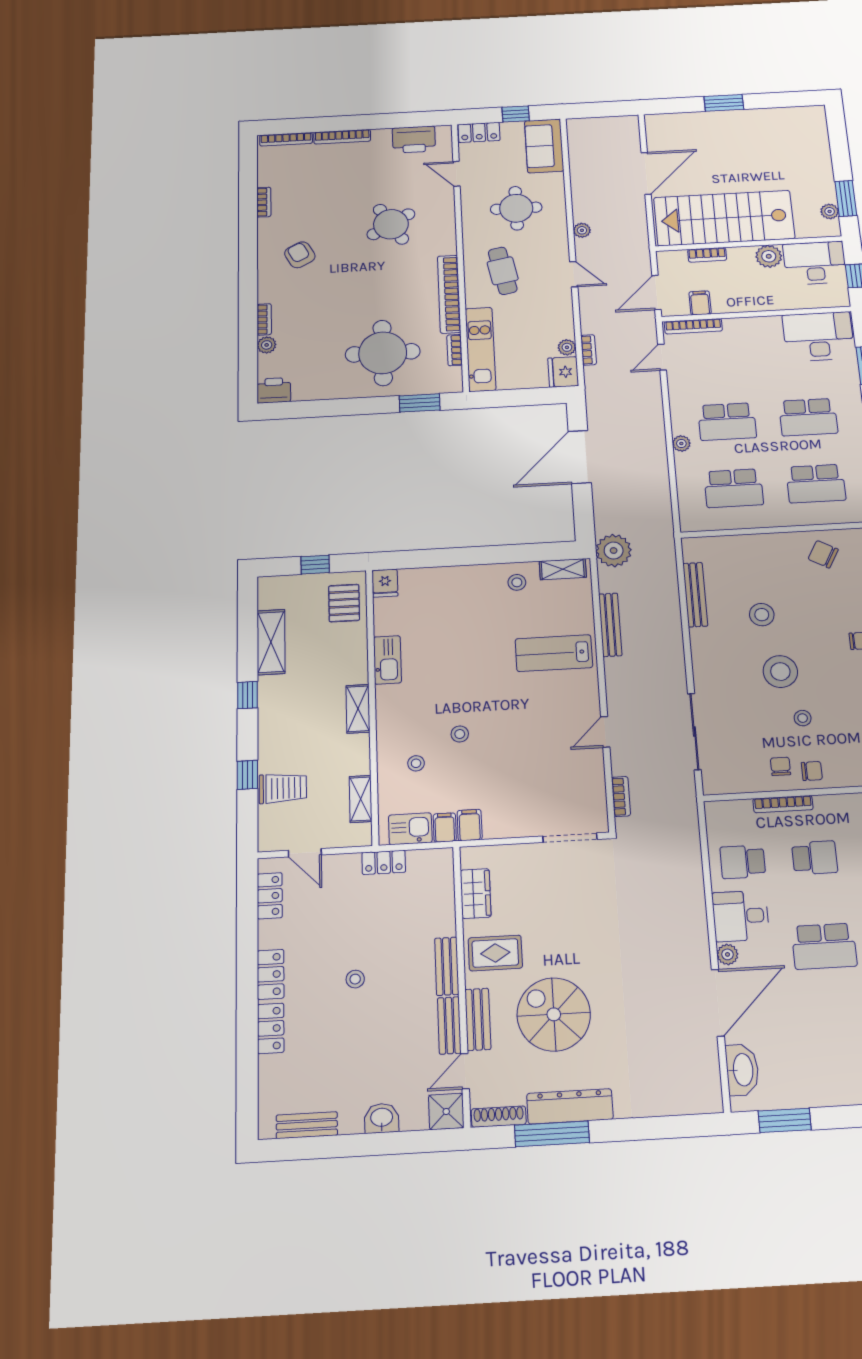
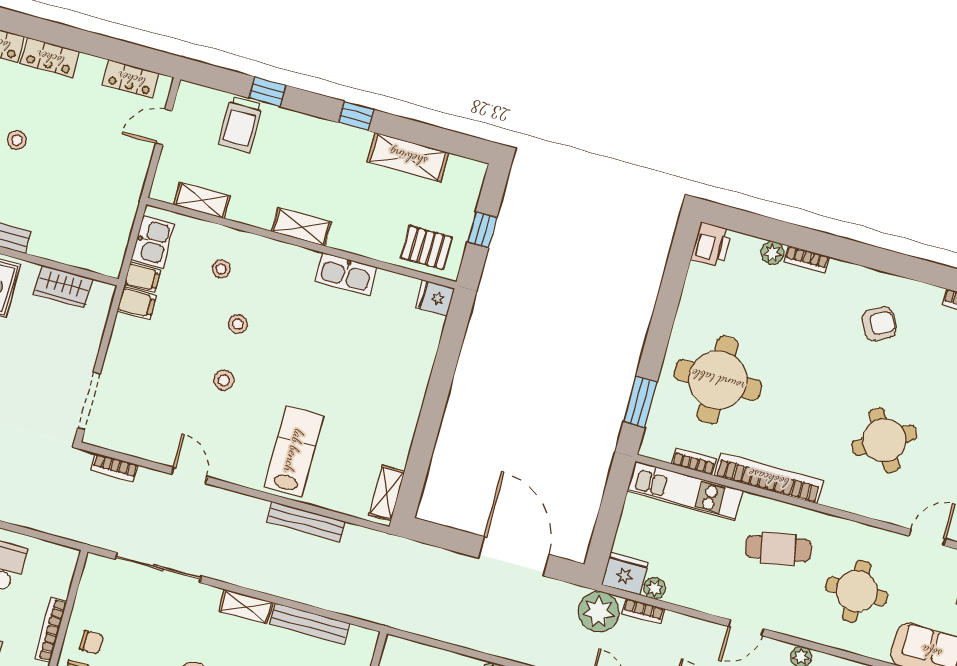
plant: (614, 551) -> (599, 612), moved
stool: (517, 582) -> (224, 380), moved
shelving: (701, 650) -> (246, 607), added
locker: (384, 862) -> (127, 204), removed

